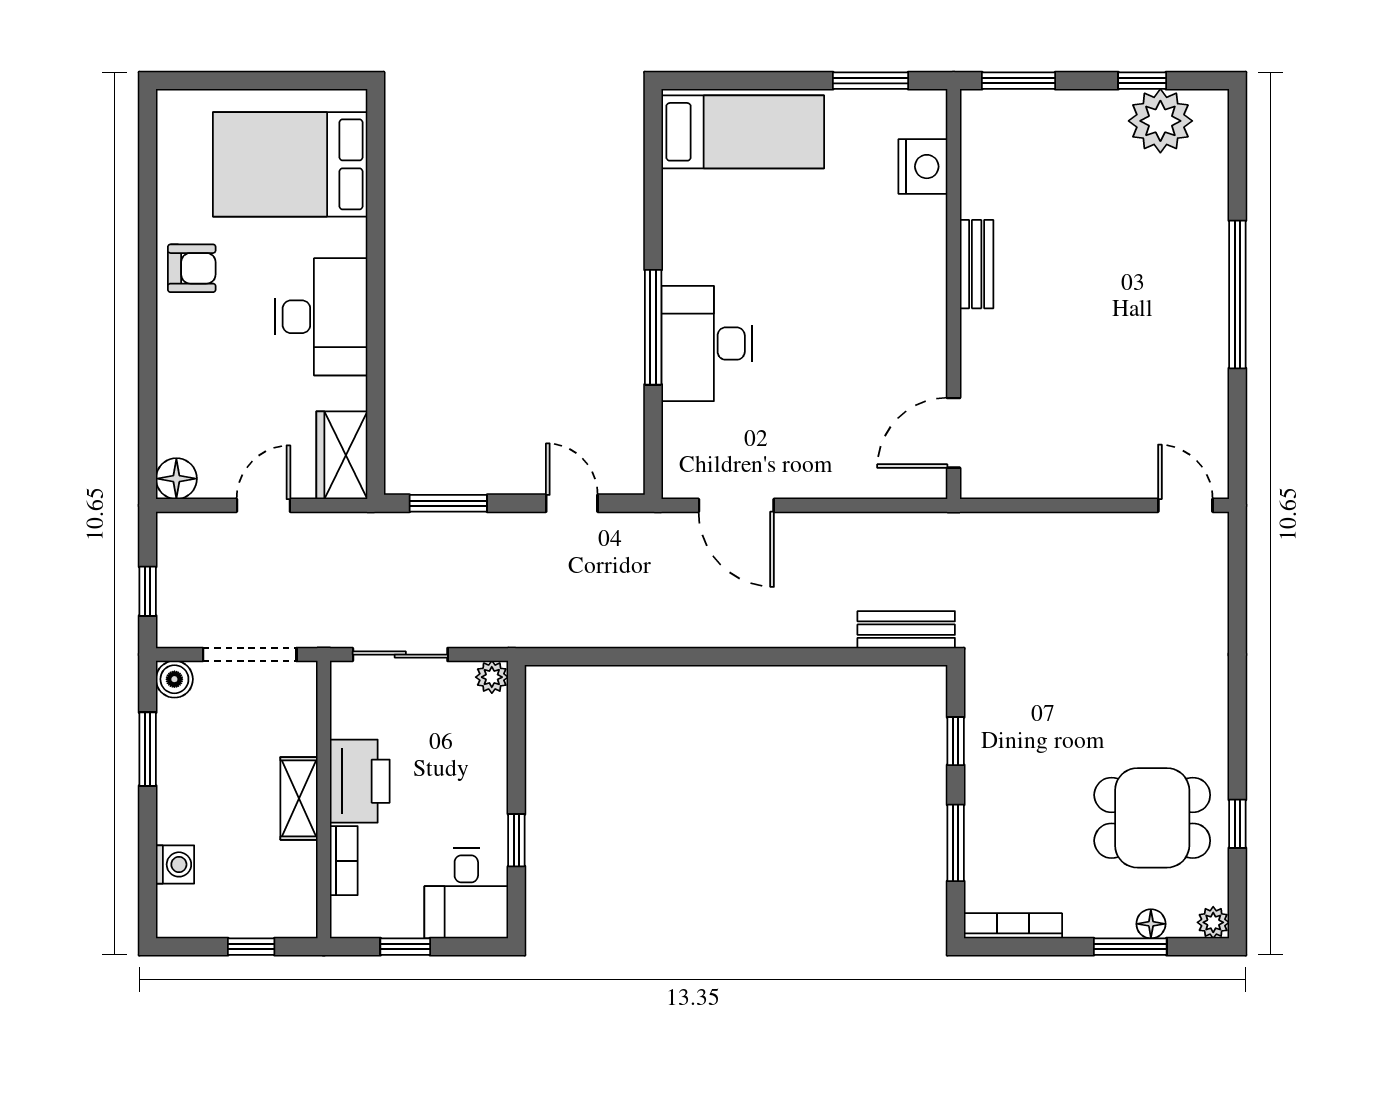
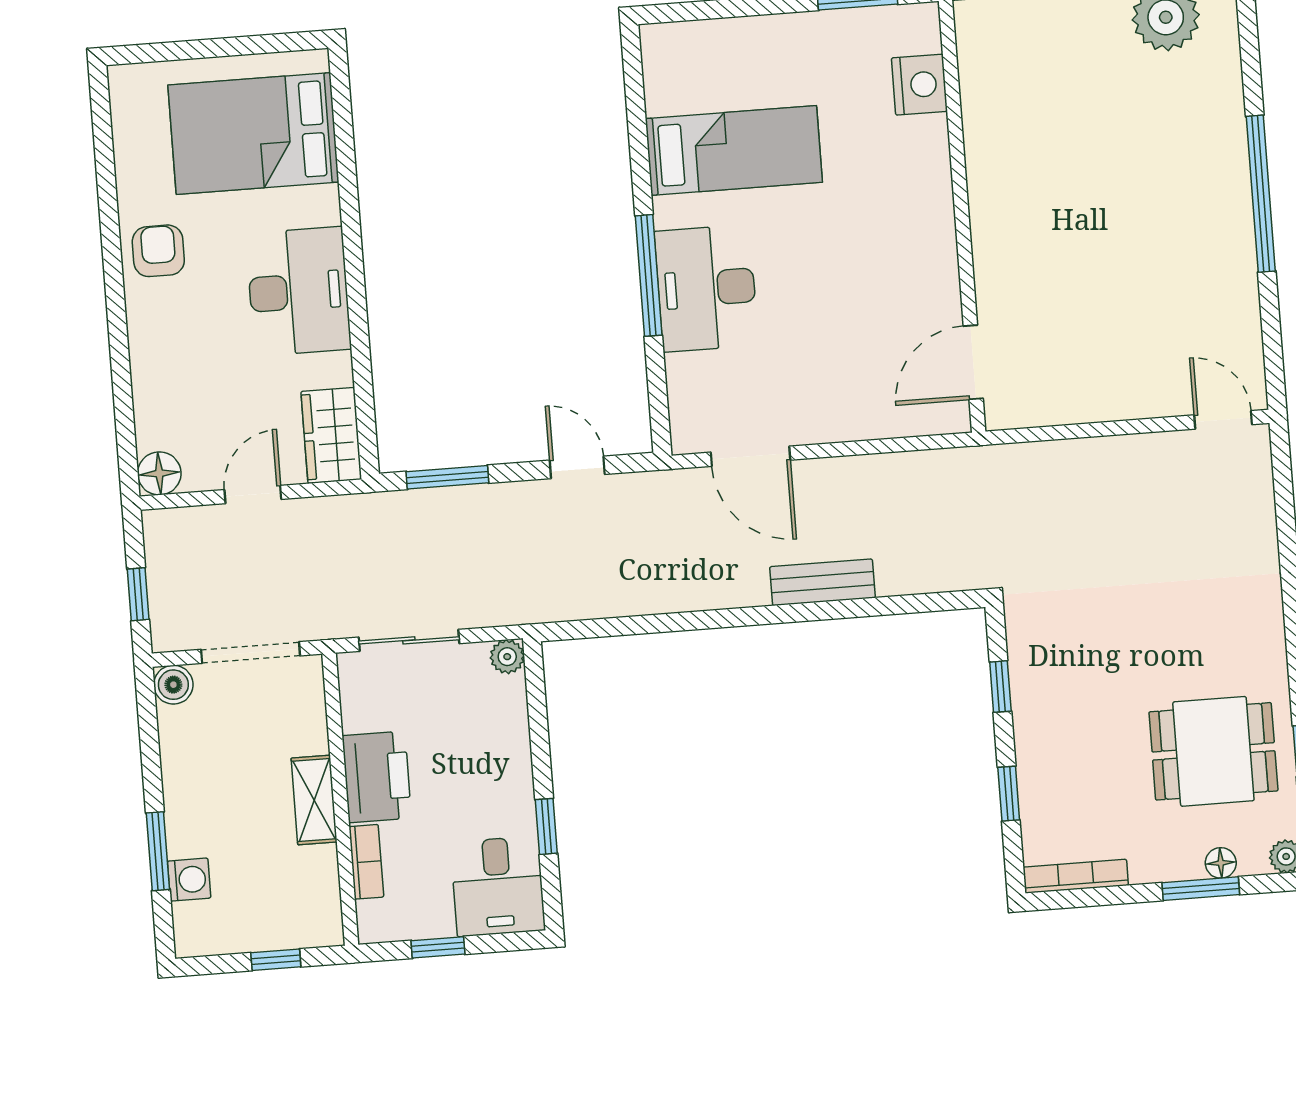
bed: (743, 132) -> (734, 150), moved
bench: (977, 264) -> (984, 183), removed
armchair: (192, 268) -> (158, 251), turned -90
bench: (906, 630) -> (822, 582), moved
window: (148, 749) -> (158, 851), moved
window: (956, 843) -> (1009, 794), width x0.67

